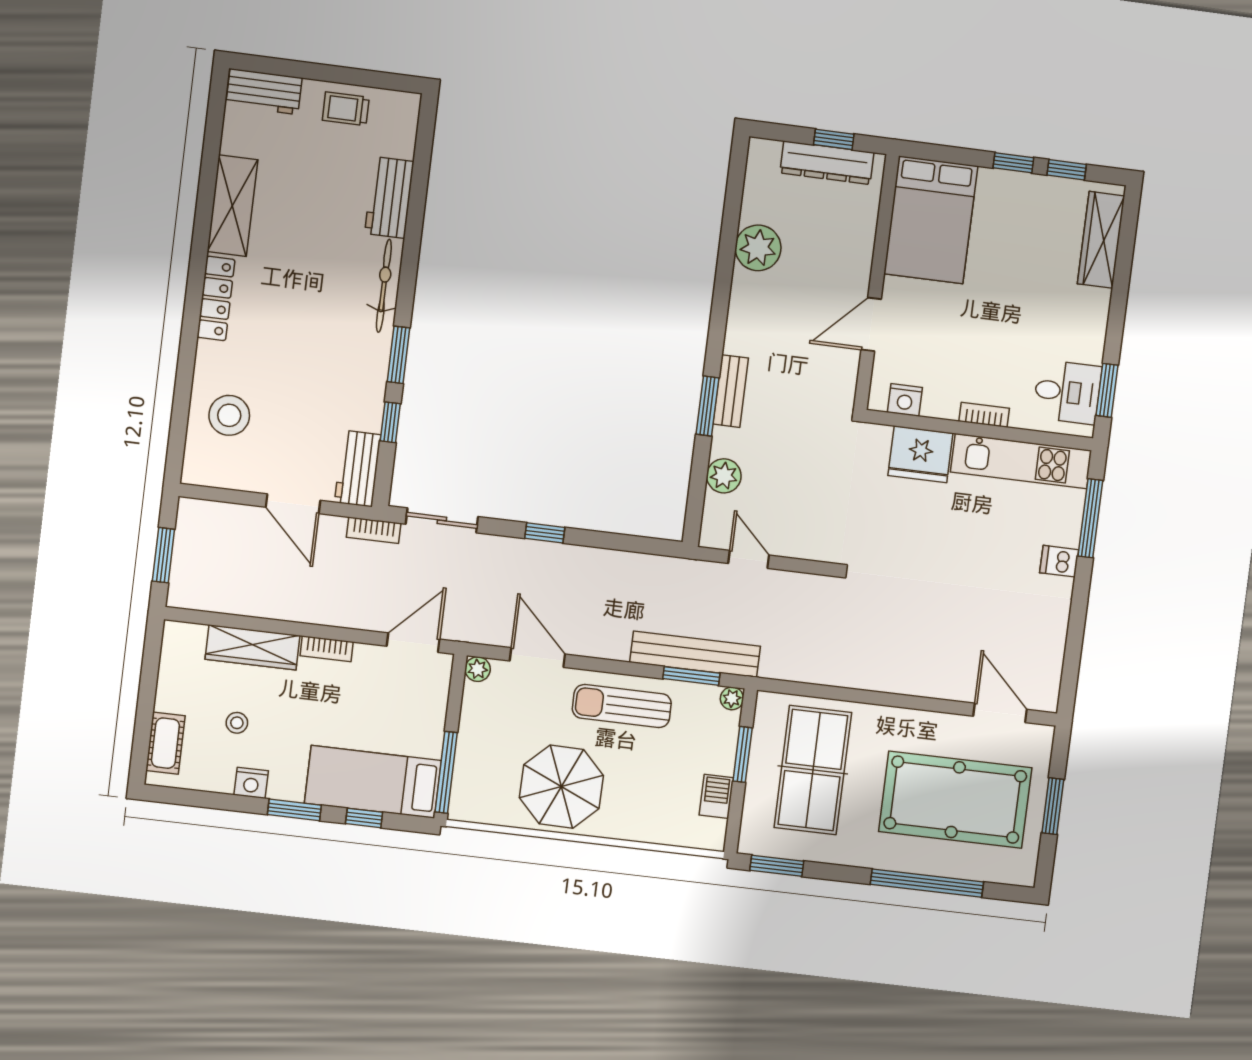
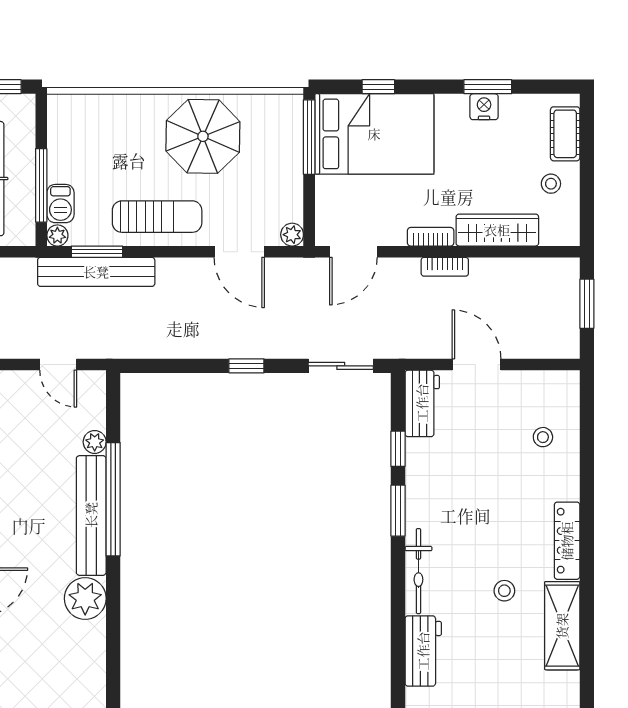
plant: (758, 248) -> (85, 598), moved
stool: (292, 252) -> (504, 591), added
bench: (731, 391) -> (91, 515), width x1.86, depth x1.21
window: (708, 406) -> (113, 499), width x2.11
stool: (229, 415) -> (543, 437), width x0.53, depth x0.53
plant: (724, 476) -> (95, 442), width x0.73, depth x0.73
bookcase: (374, 530) -> (445, 267), moved, turned 180
stool: (237, 723) -> (551, 184), moved
window: (743, 754) -> (41, 185), width x1.44
bed: (373, 782) -> (374, 134), width x1.50
barbecue: (716, 796) -> (60, 204), moved
window: (294, 810) -> (488, 87), moved

